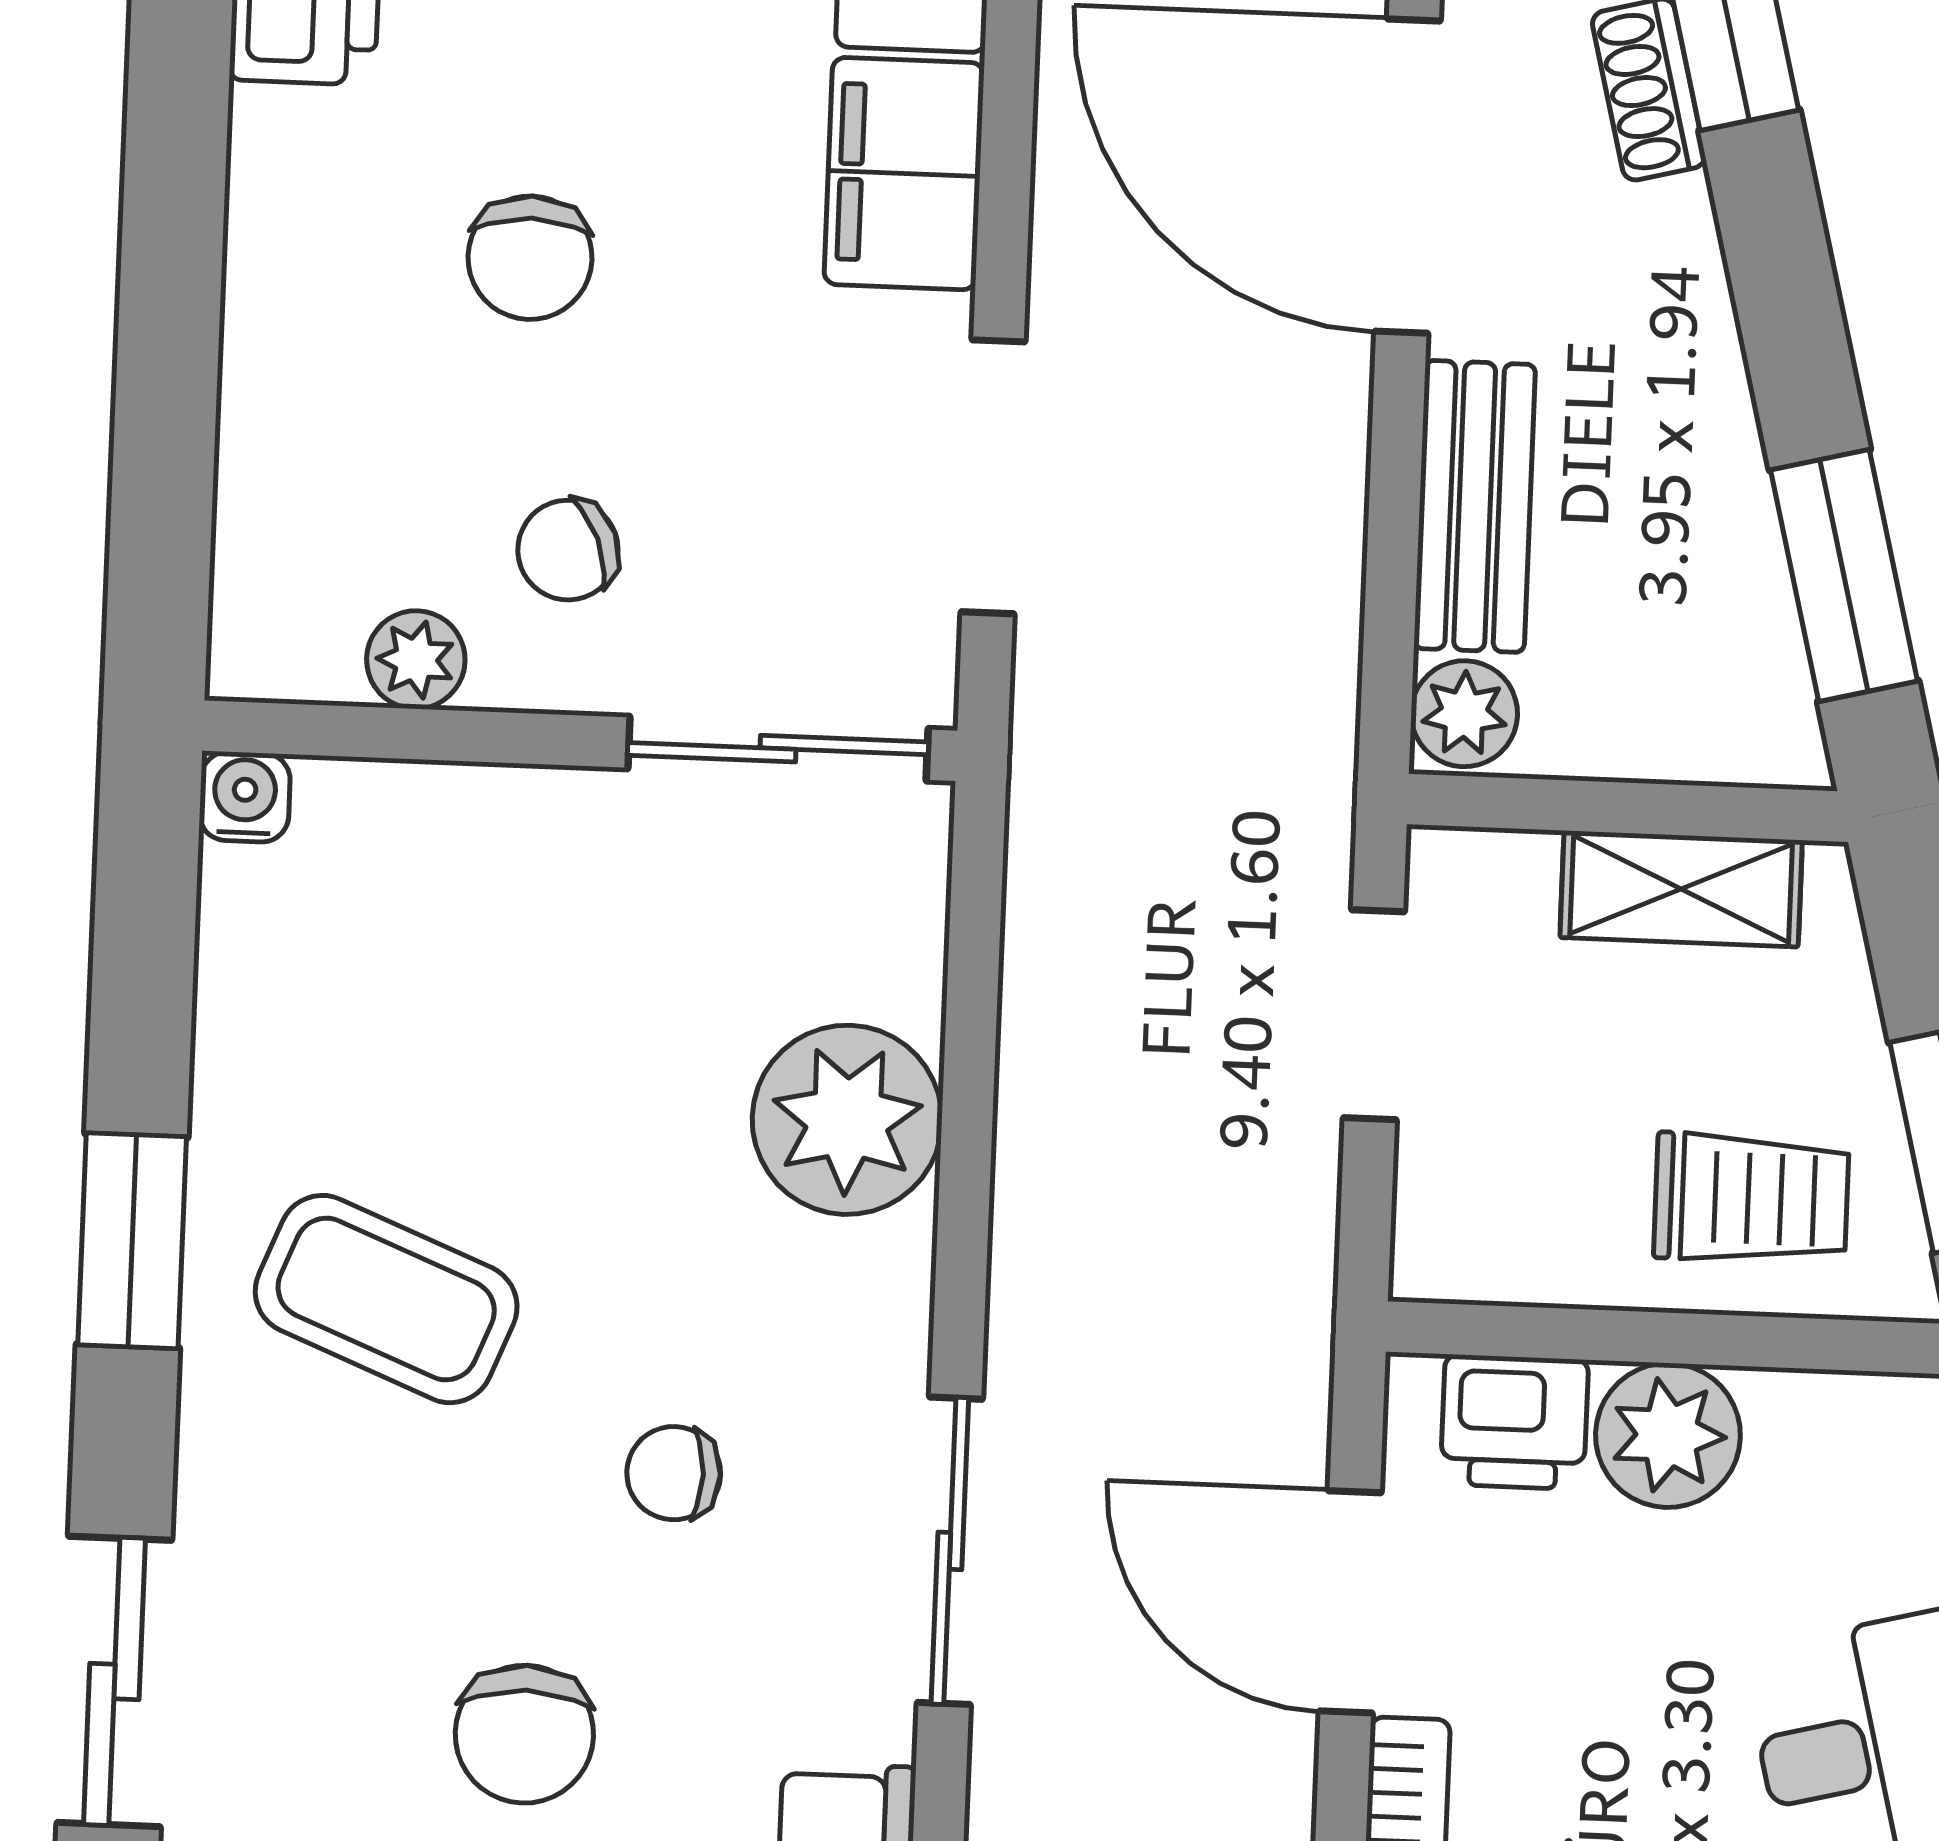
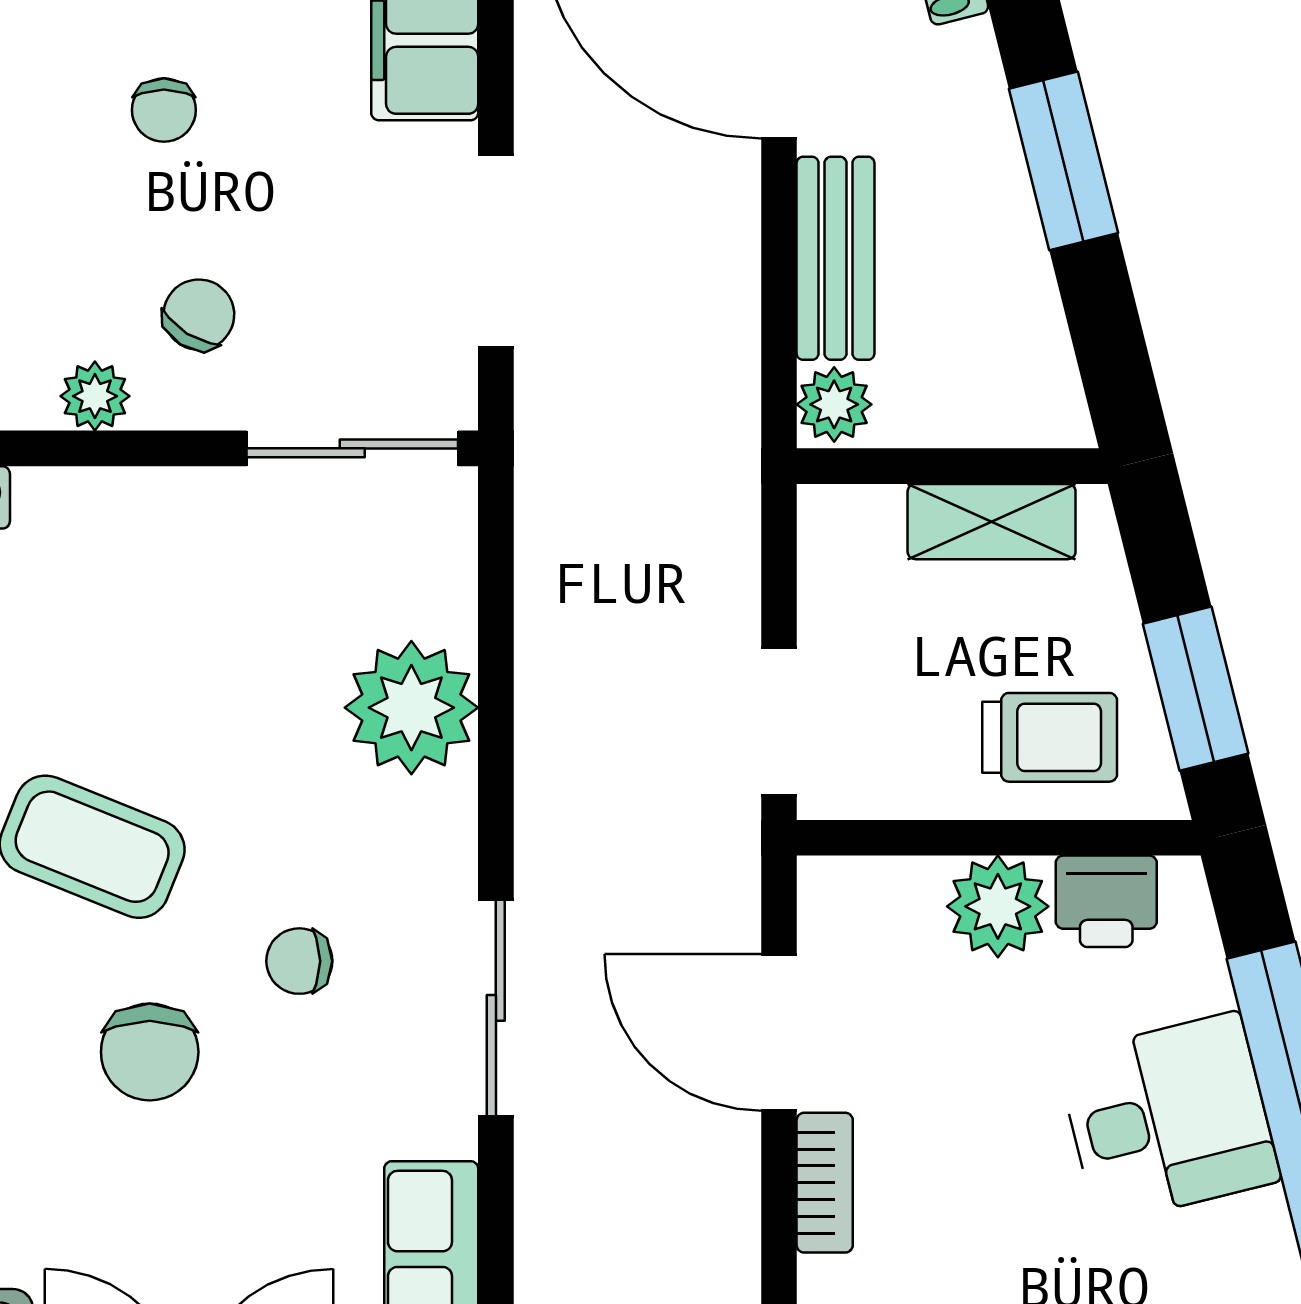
chair: (530, 258) -> (164, 110), width x0.73, depth x0.73
chair: (568, 550) -> (199, 315), turned 144
window: (1844, 575) -> (1063, 161), moved
doorway: (1374, 1015) -> (779, 721), moved
printer: (1514, 1422) -> (1106, 901), moved
chair: (524, 1734) -> (150, 1052), moved

